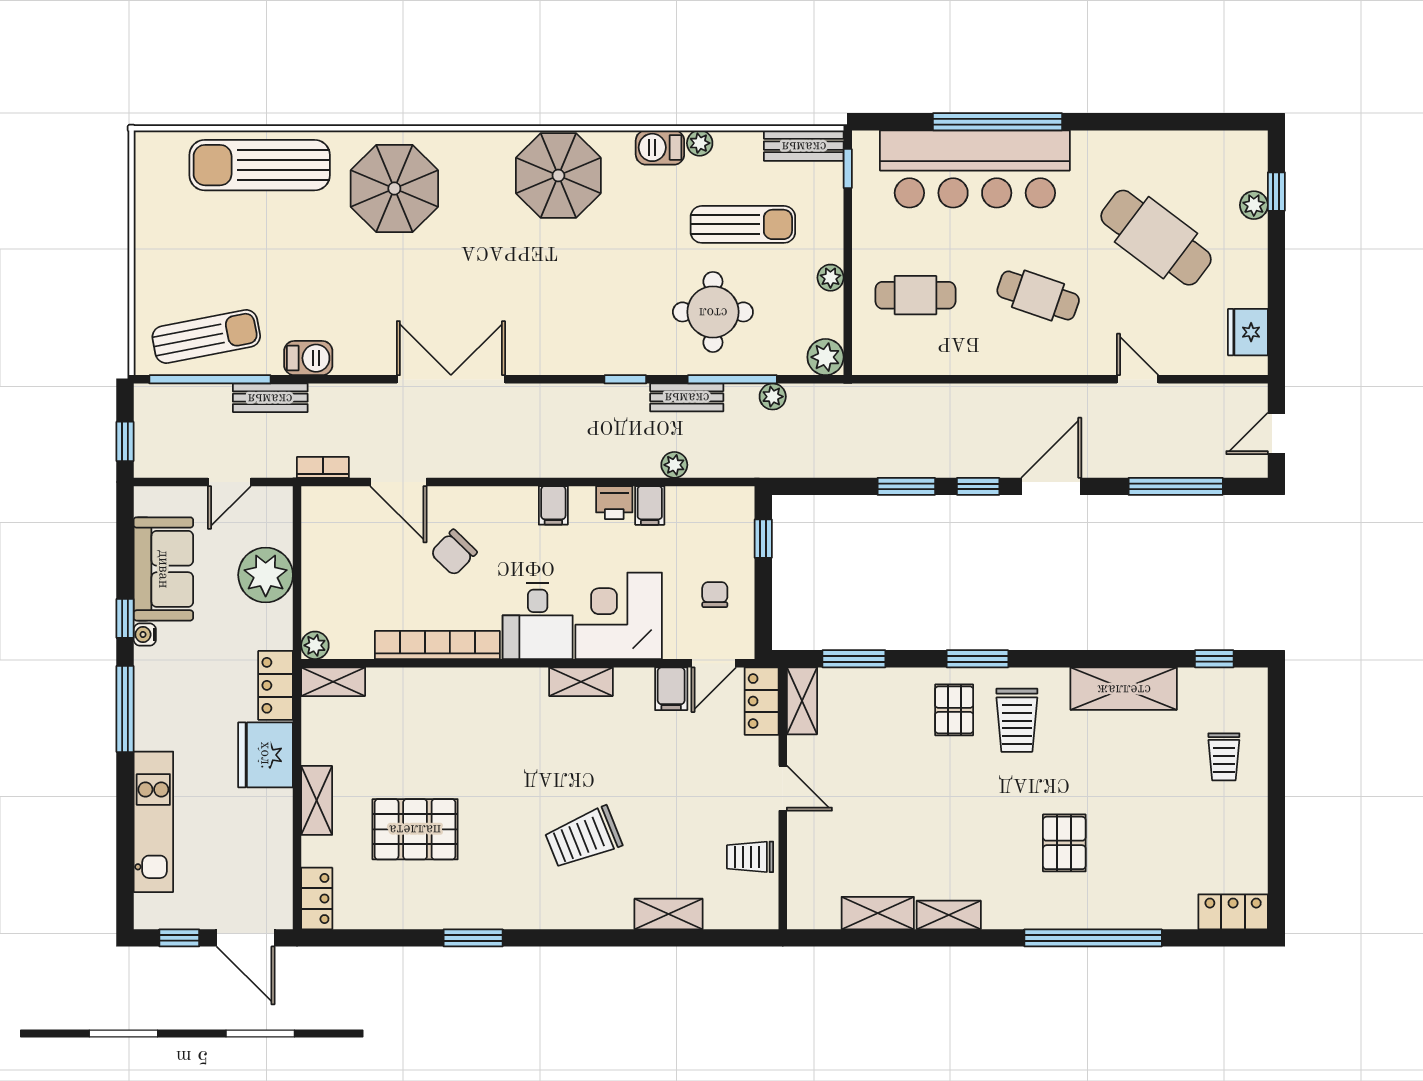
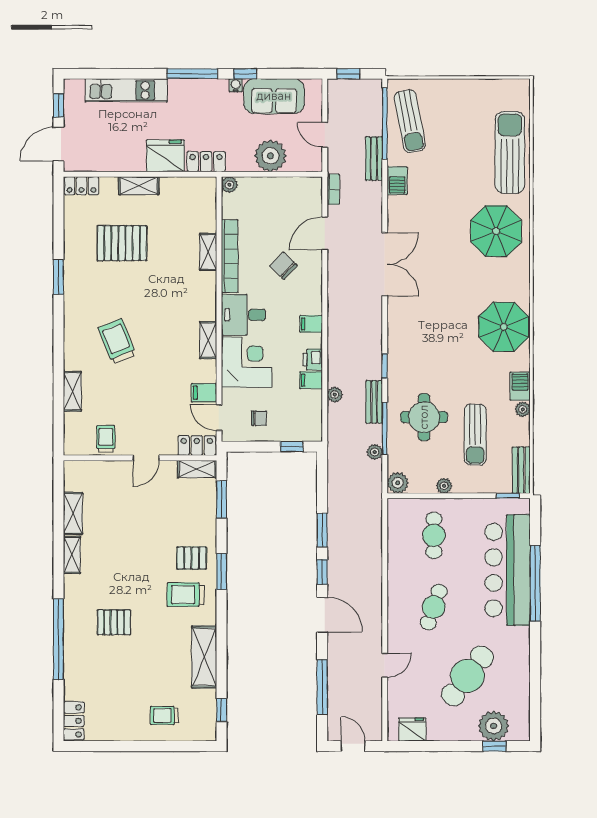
plant: (1254, 205) -> (494, 726), width x1.87, depth x1.87
shelving: (333, 682) -> (208, 252), moved
pallet: (415, 829) -> (122, 243), turned 90

